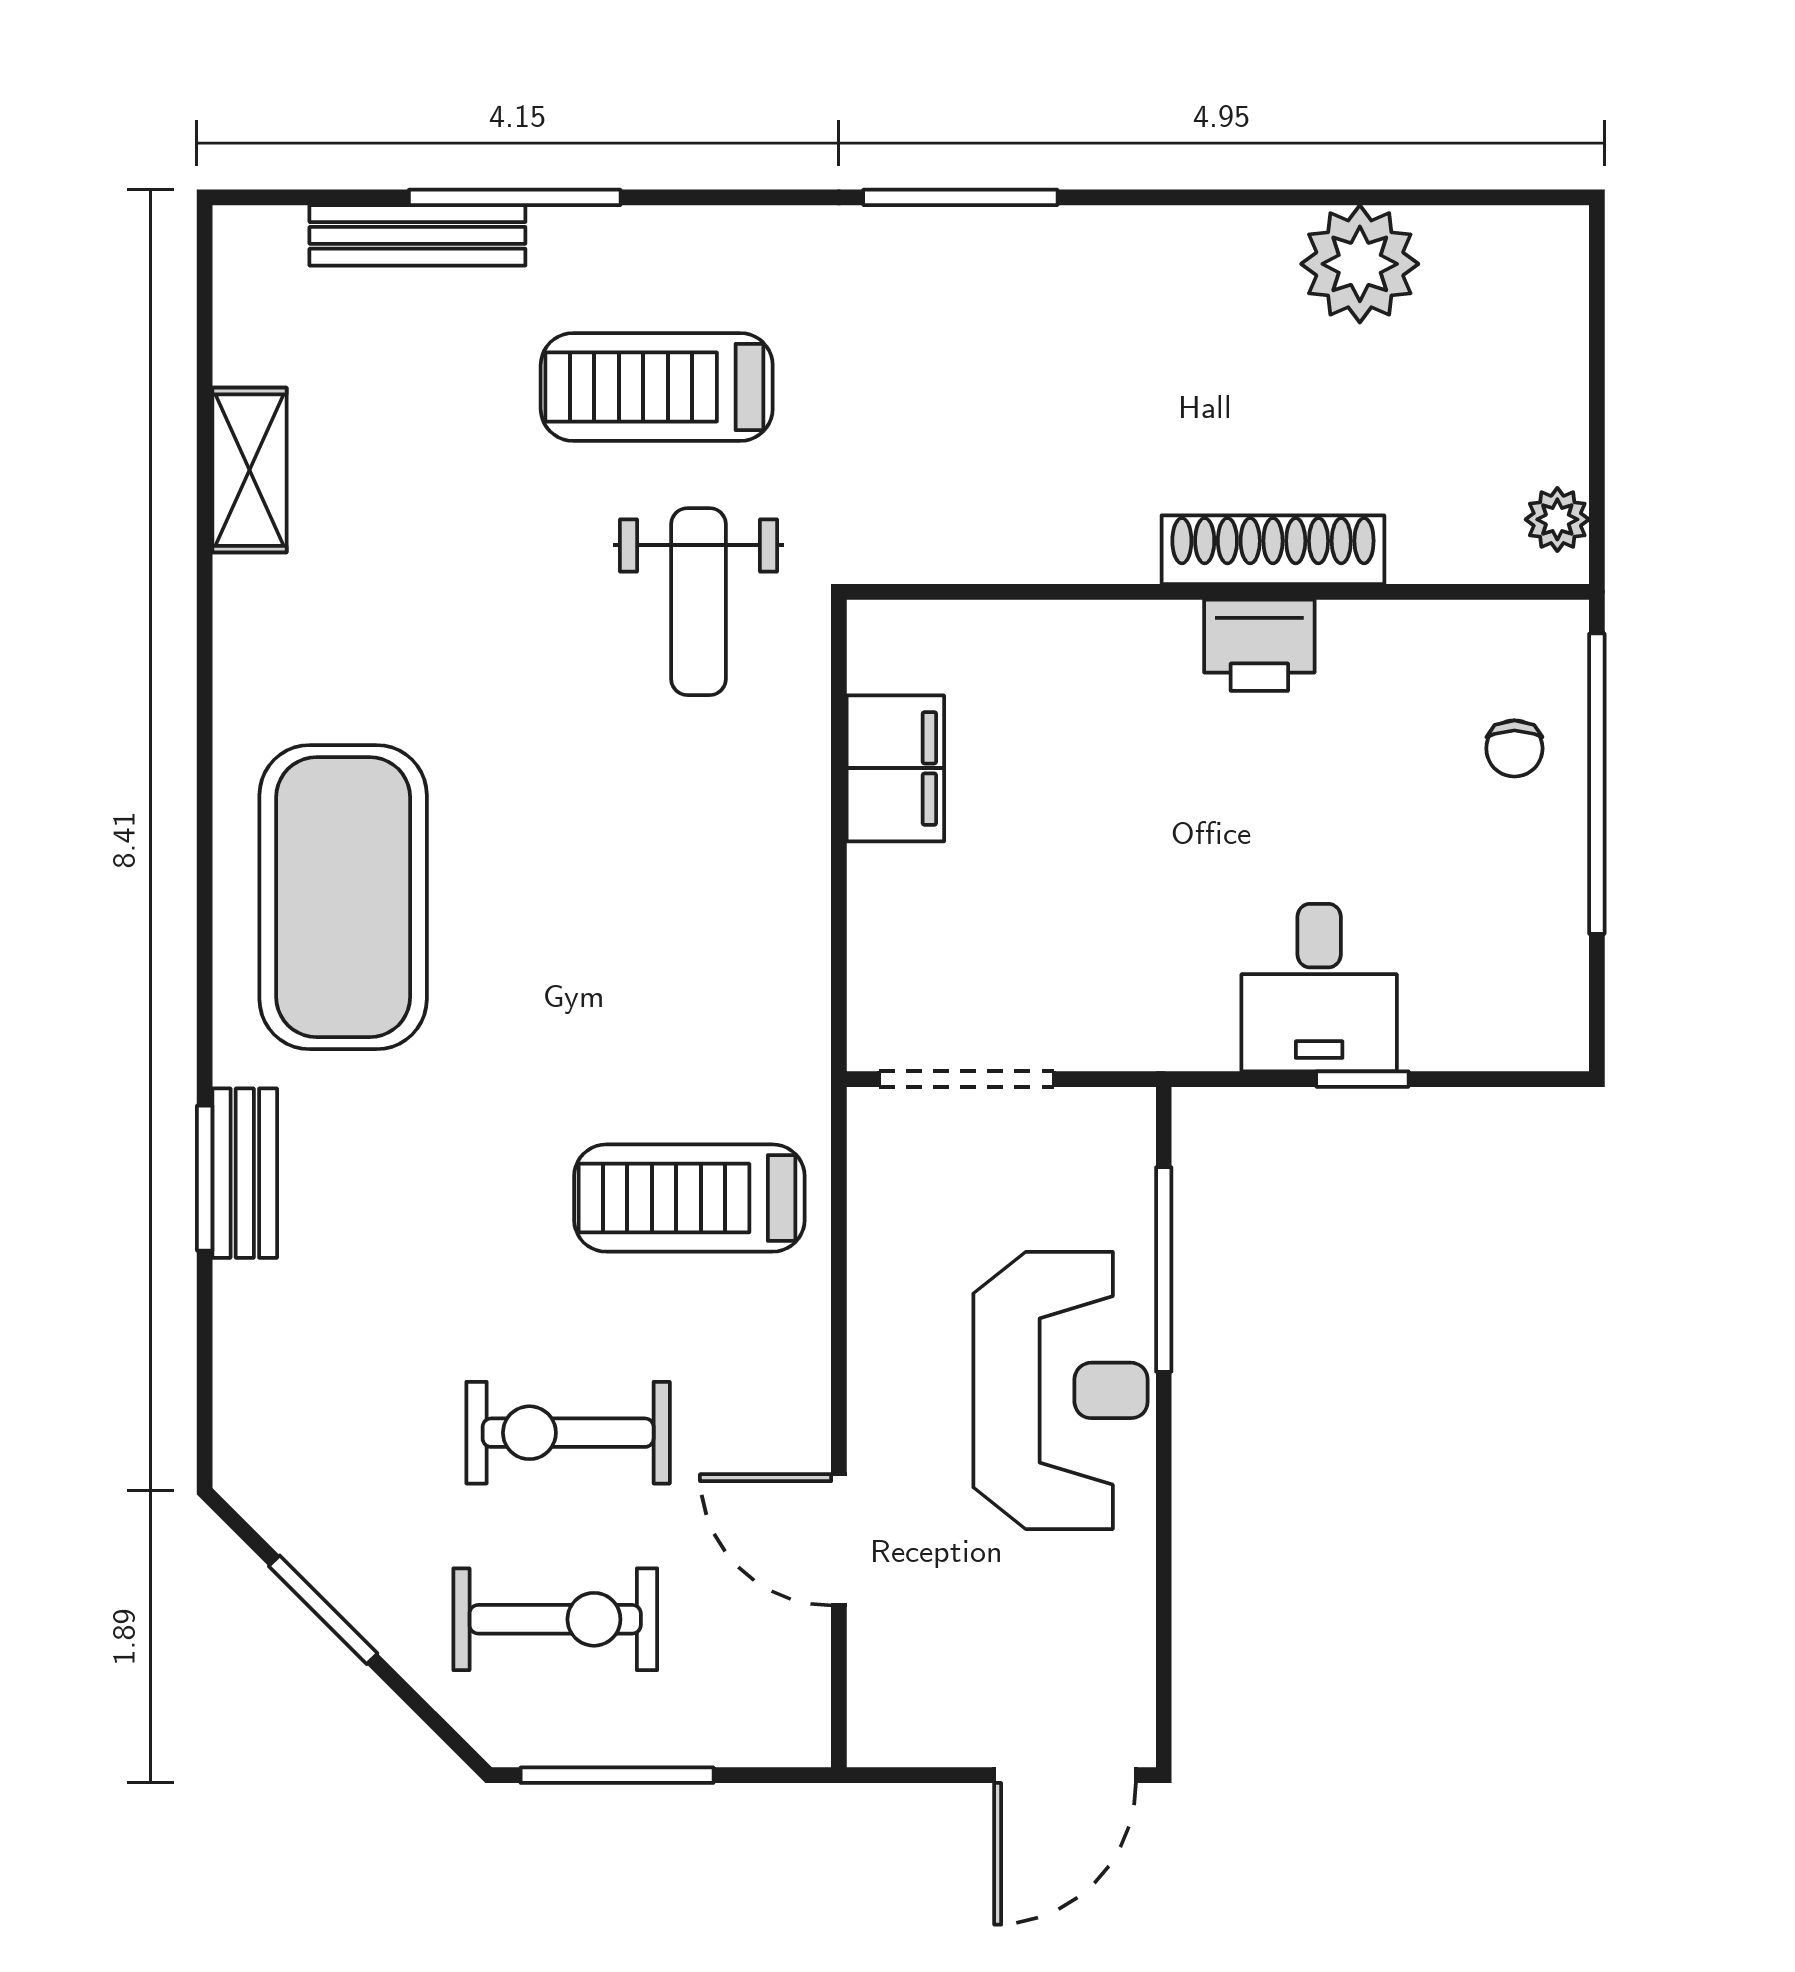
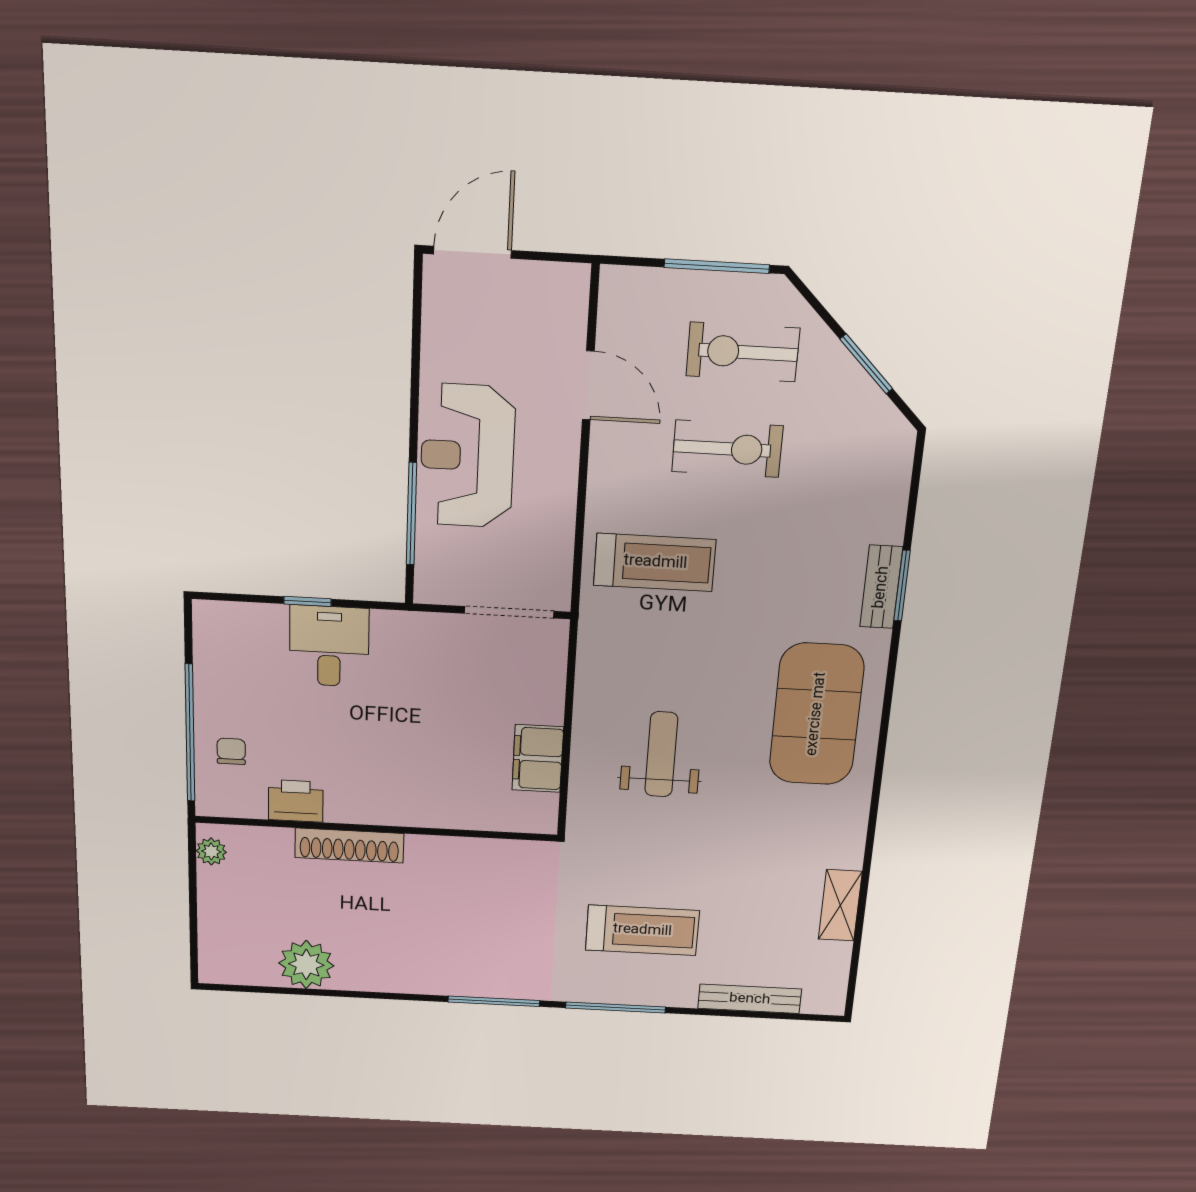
window: (515, 197) -> (616, 1007), moved
weight bench: (699, 602) -> (661, 754), moved
printer: (1259, 645) -> (296, 801), moved

